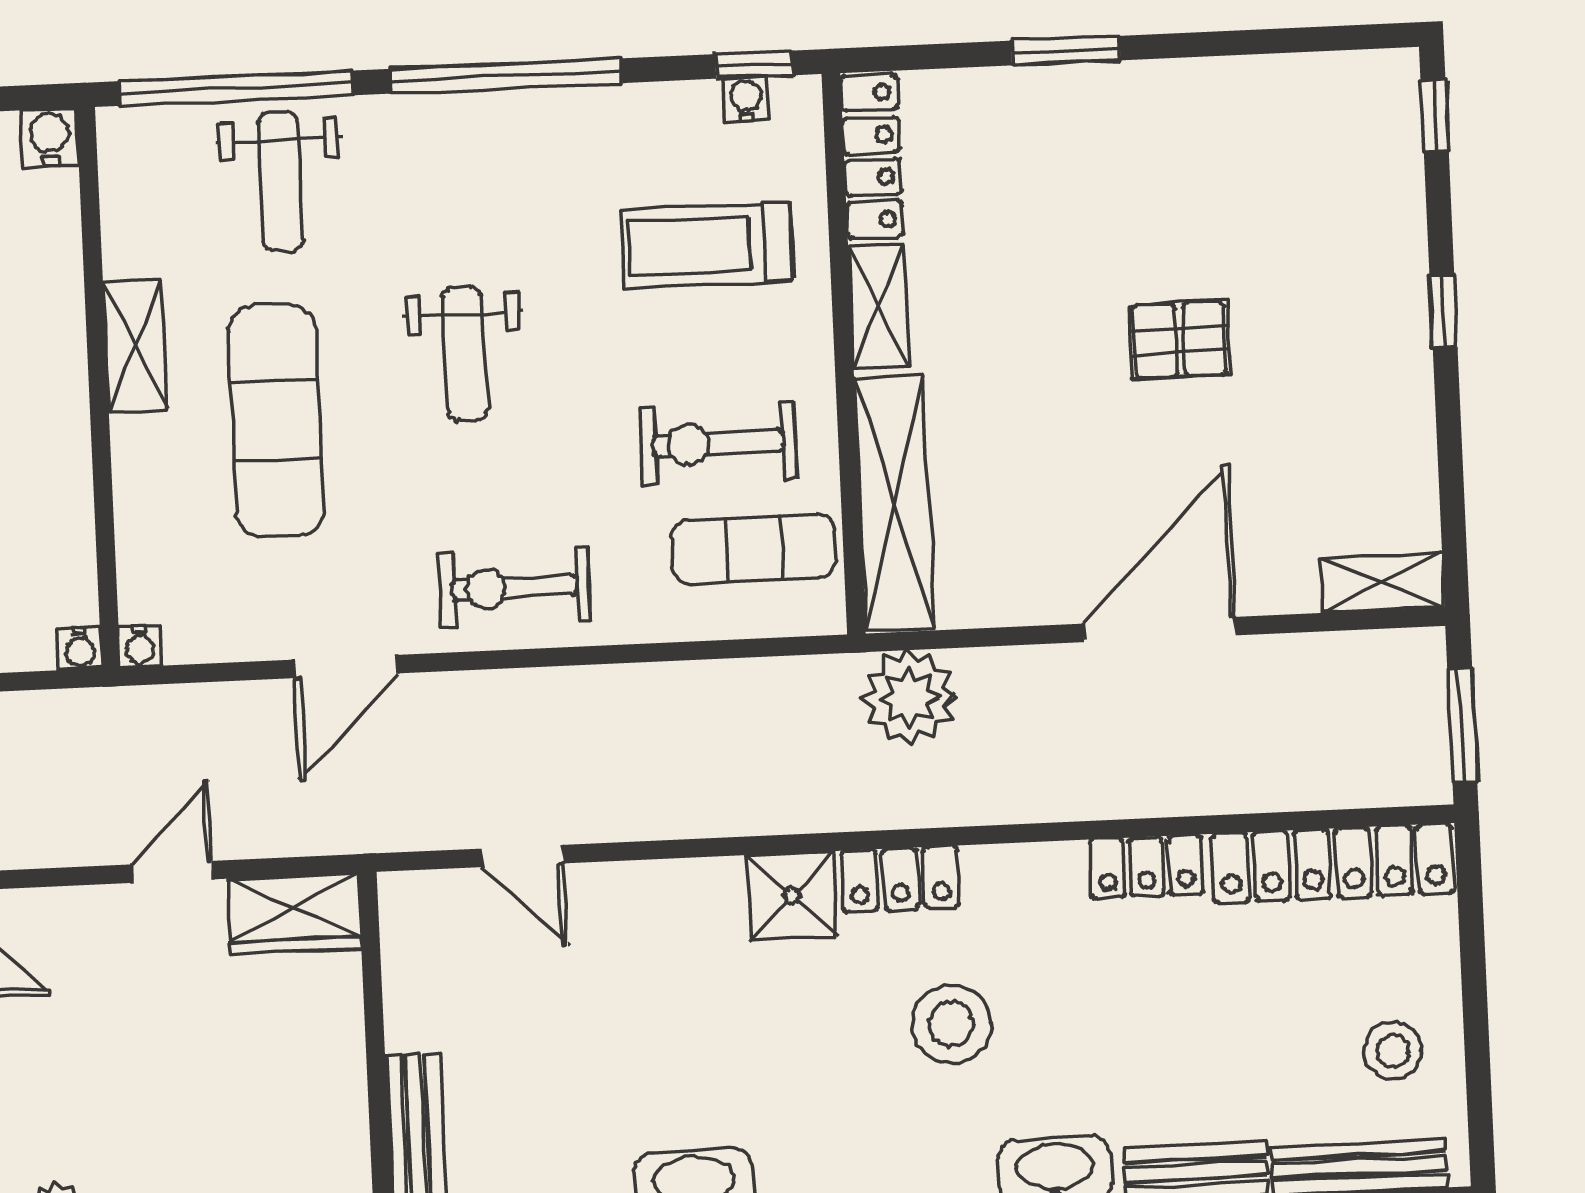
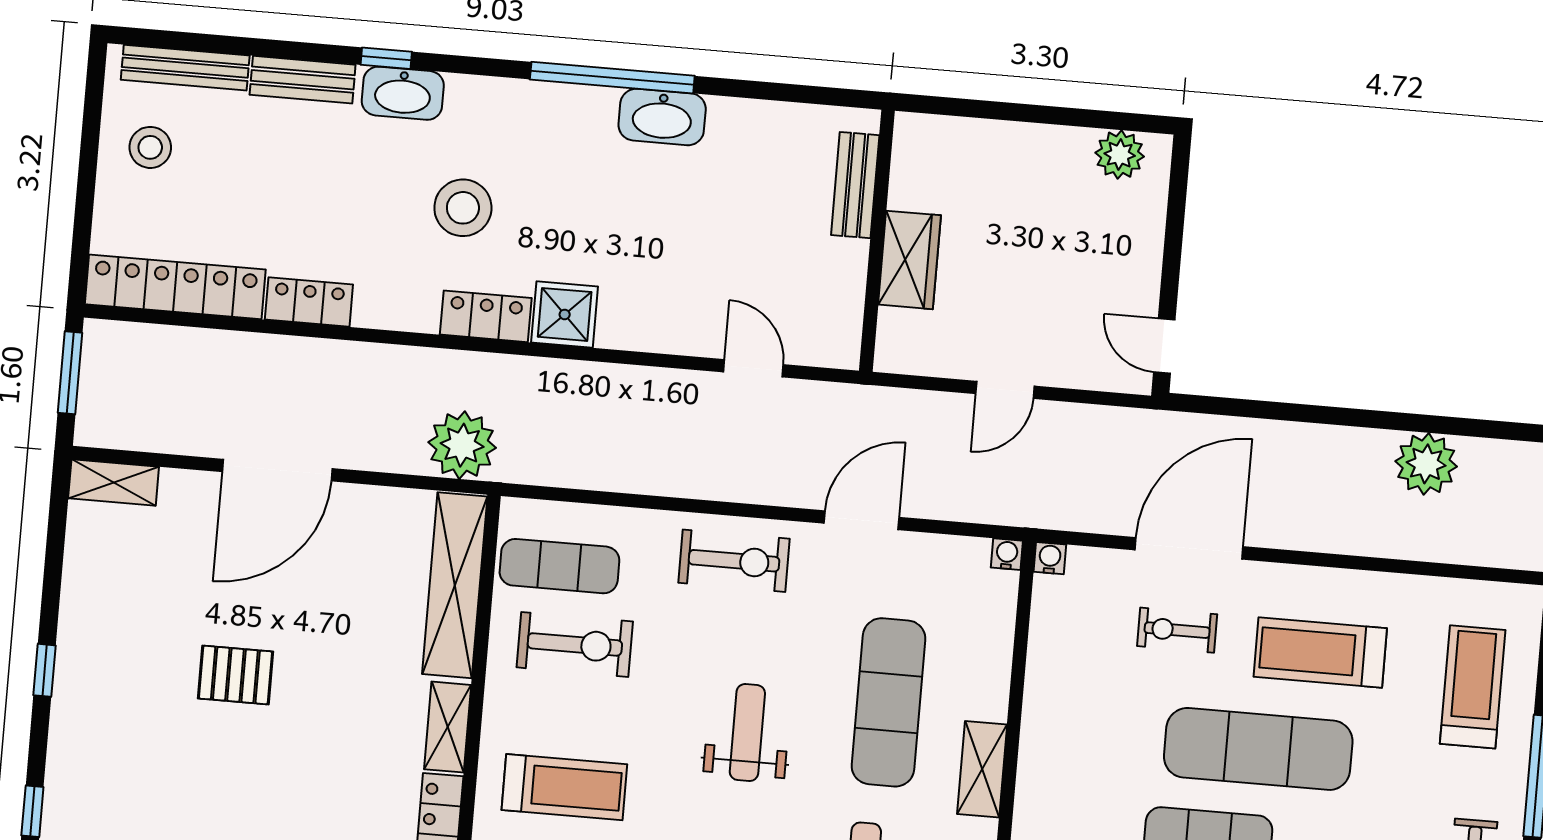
wardrobe: (294, 914) -> (909, 260), moved, turned 90

